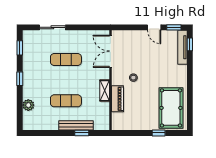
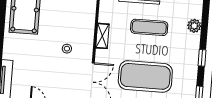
exercise mat: (66, 59) -> (145, 76), width x2.00, depth x1.45
piano: (117, 99) -> (88, 25), removed

